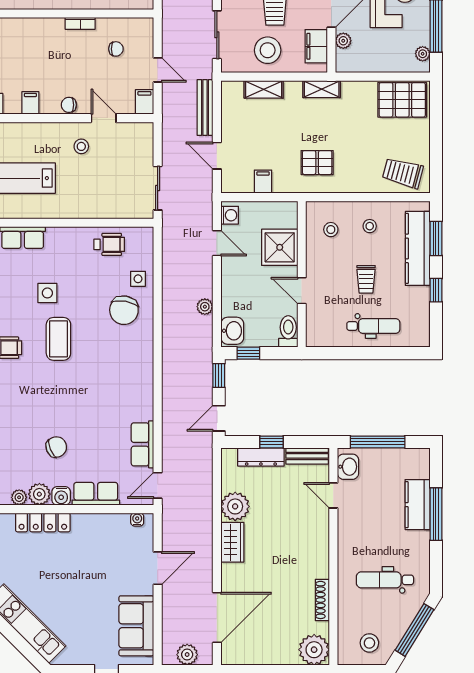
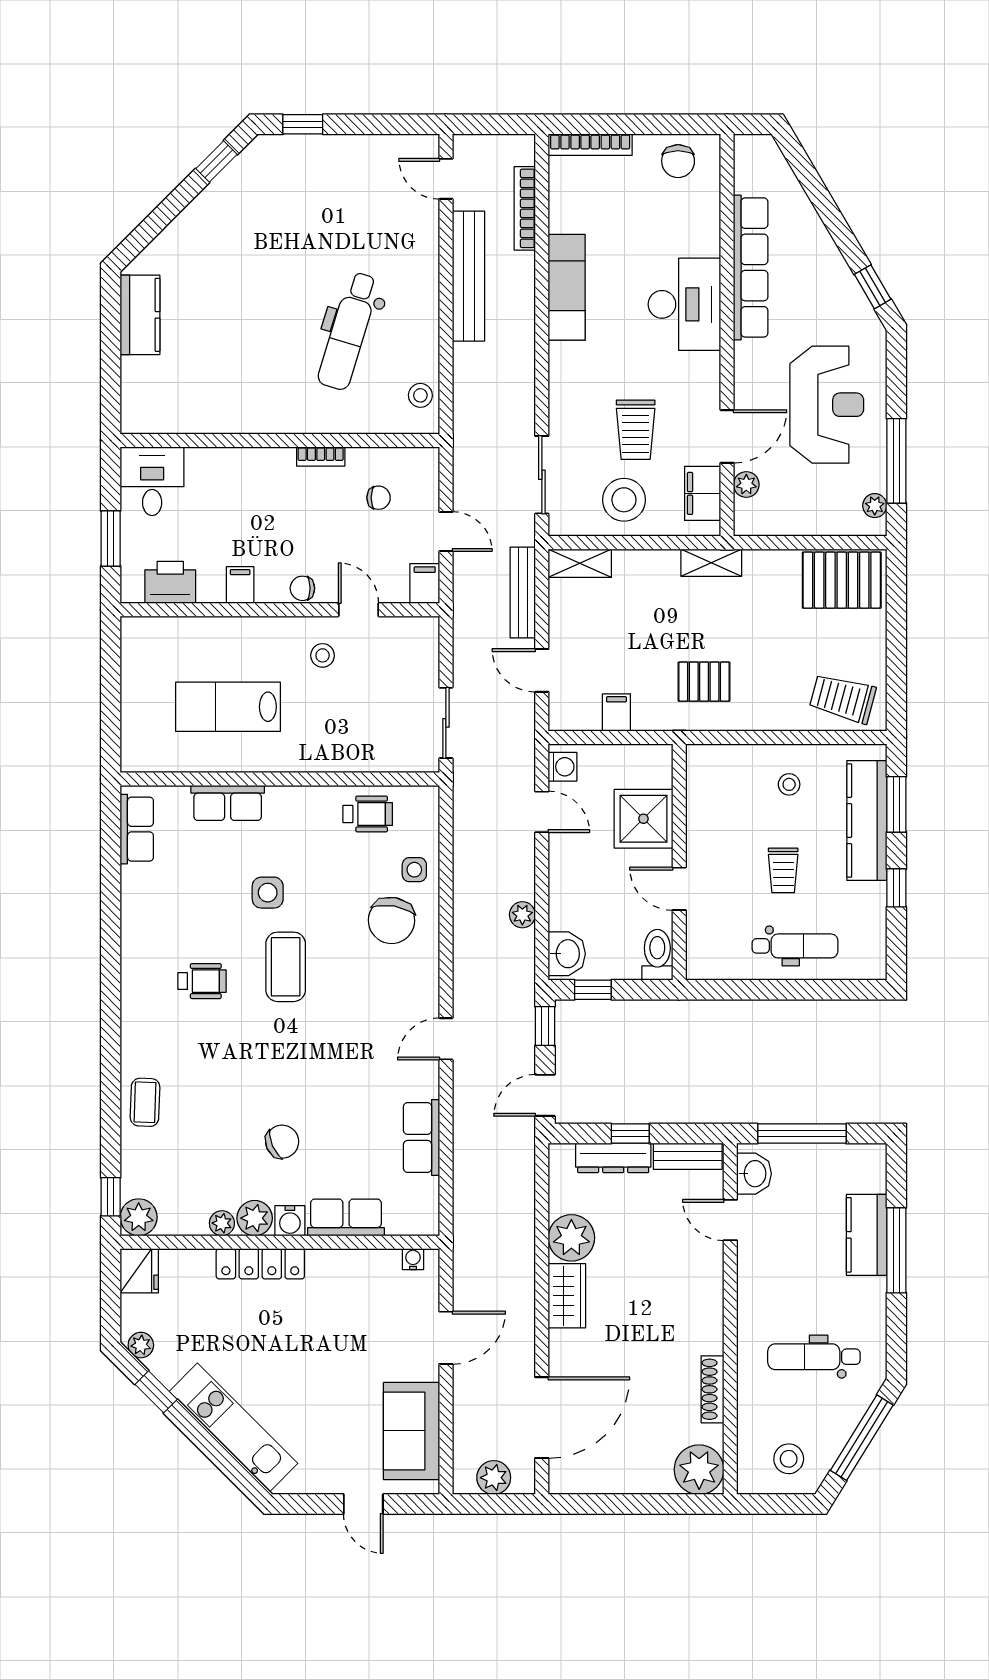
shelving: (264, 89) -> (580, 563), moved
stool: (331, 230) -> (726, 790), removed
door: (158, 485) -> (446, 1039), moved

